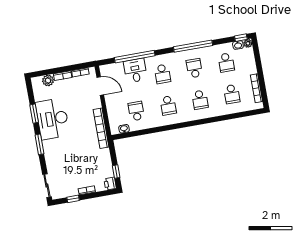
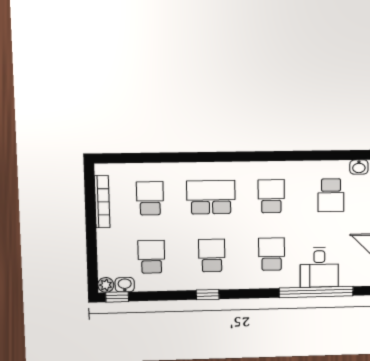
window: (193, 46) -> (208, 295), width x0.32
school desk: (194, 68) -> (212, 255), turned 180
school desk: (200, 100) -> (211, 197), width x1.85

